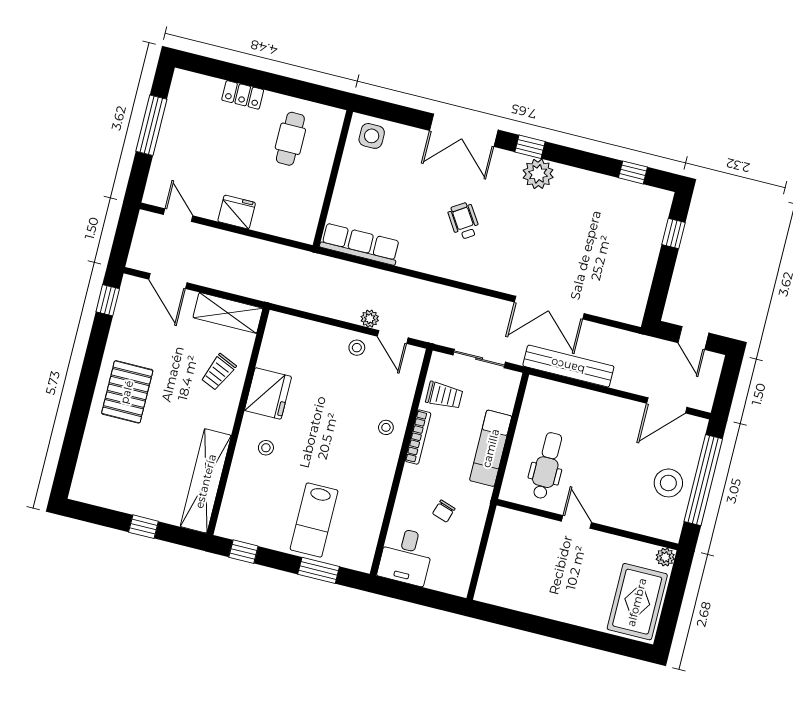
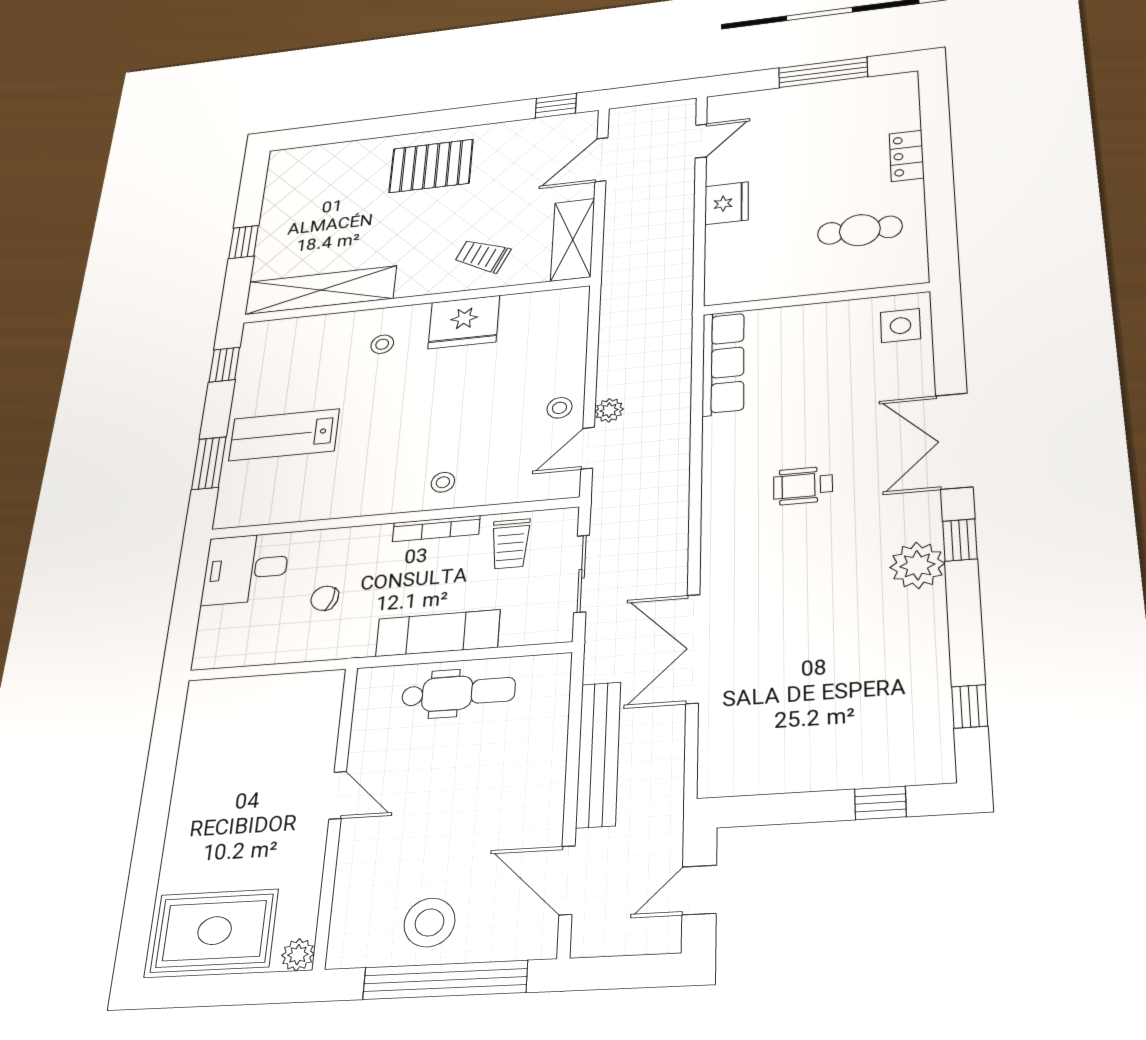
wheelchair: (464, 221) -> (803, 486), turned -147
bench: (568, 366) -> (598, 754), moved
dental chair: (547, 466) -> (458, 693), moved
door: (576, 522) -> (338, 795), hinge flipped

